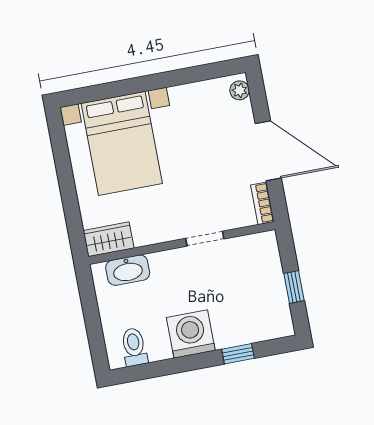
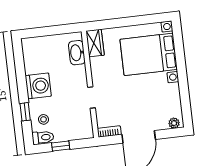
stool: (249, 320) -> (44, 119), added
toilet: (134, 347) -> (43, 137), moved

